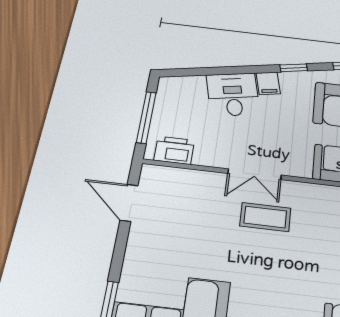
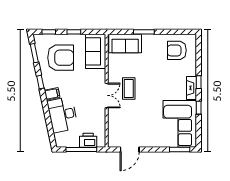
desk: (233, 94) -> (63, 115), width x1.37
printer: (174, 150) -> (88, 140), moved, turned 90

